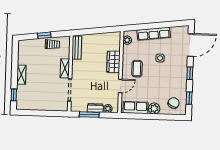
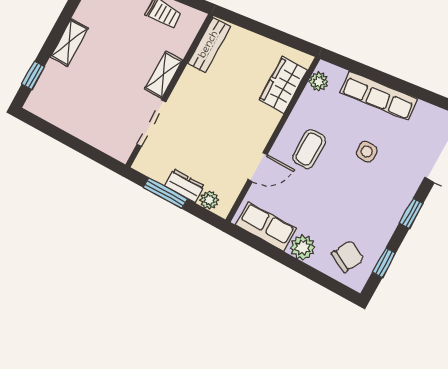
wardrobe: (113, 62) -> (283, 85), moved

